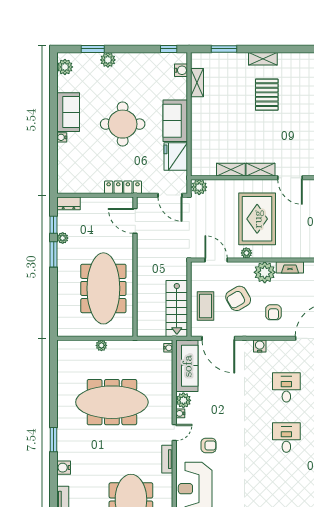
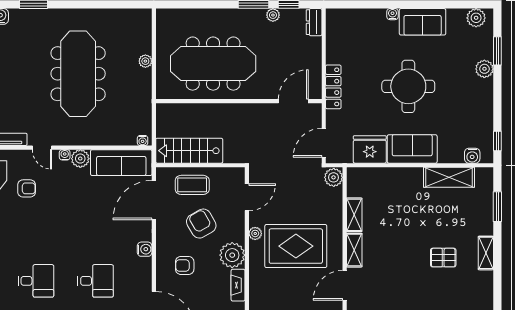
shelving: (197, 83) -> (449, 177), width x1.50, depth x1.33
pallet: (267, 95) -> (443, 258), width x0.67, depth x0.71
armchair: (209, 445) -> (27, 188), turned -90

